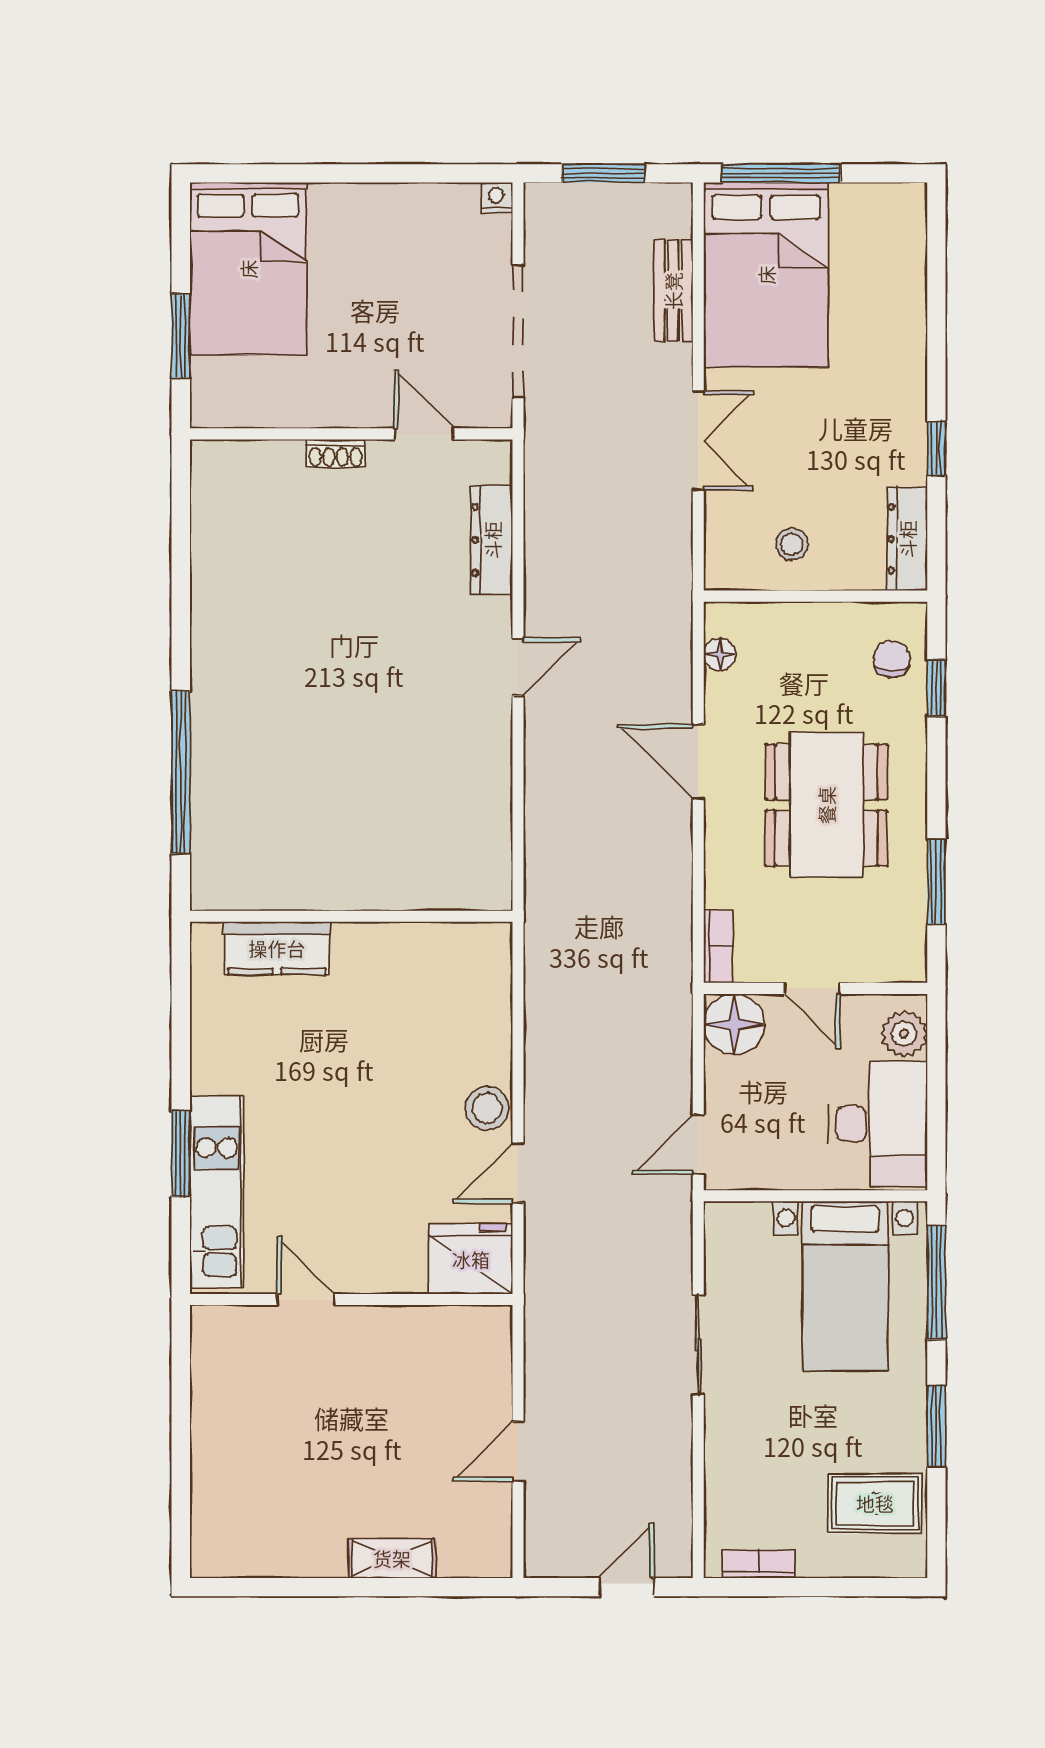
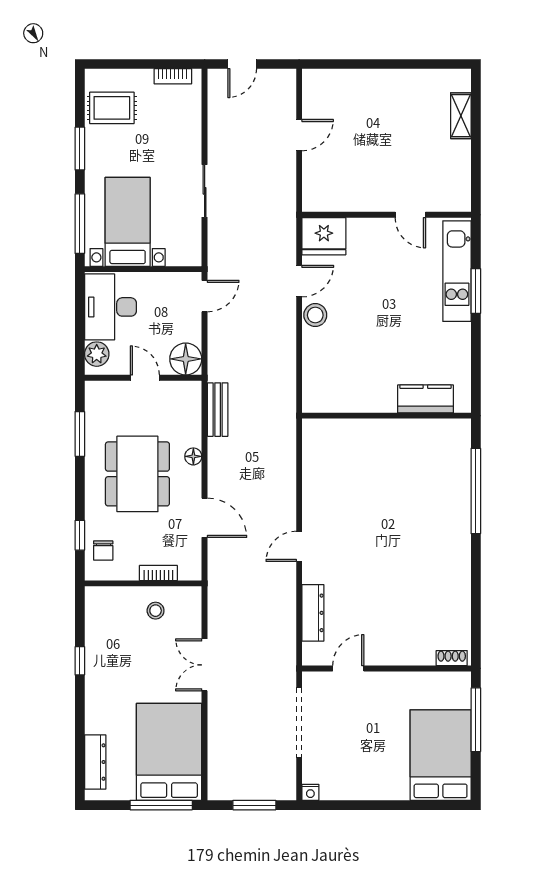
bench: (673, 291) -> (218, 410), moved
window: (181, 336) -> (476, 720), width x1.44
door: (424, 434) -> (348, 668), swing flipped
shoe rack: (336, 454) -> (452, 658), moved
dresser: (907, 539) -> (95, 762), moved
floor lamp: (720, 654) -> (193, 456), moved
door: (698, 762) -> (205, 518), moved
bookcase: (718, 947) -> (158, 573), moved, turned 90
shelving: (392, 1558) -> (461, 116), moved, turned 90

